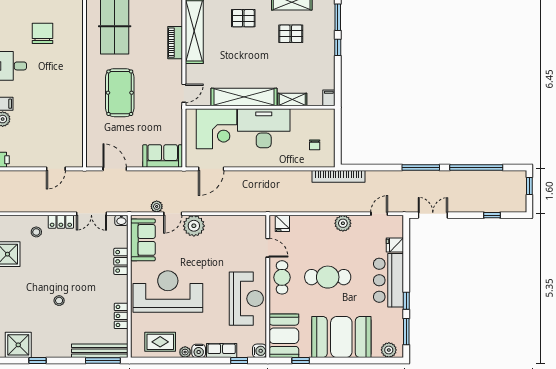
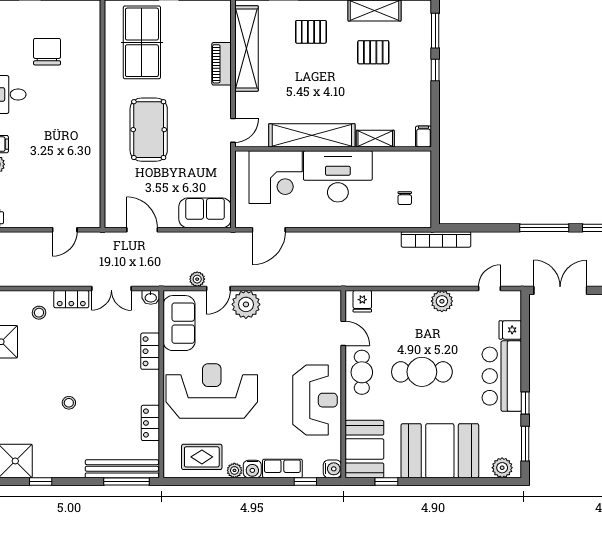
double door: (433, 215) -> (560, 290), width x1.37

